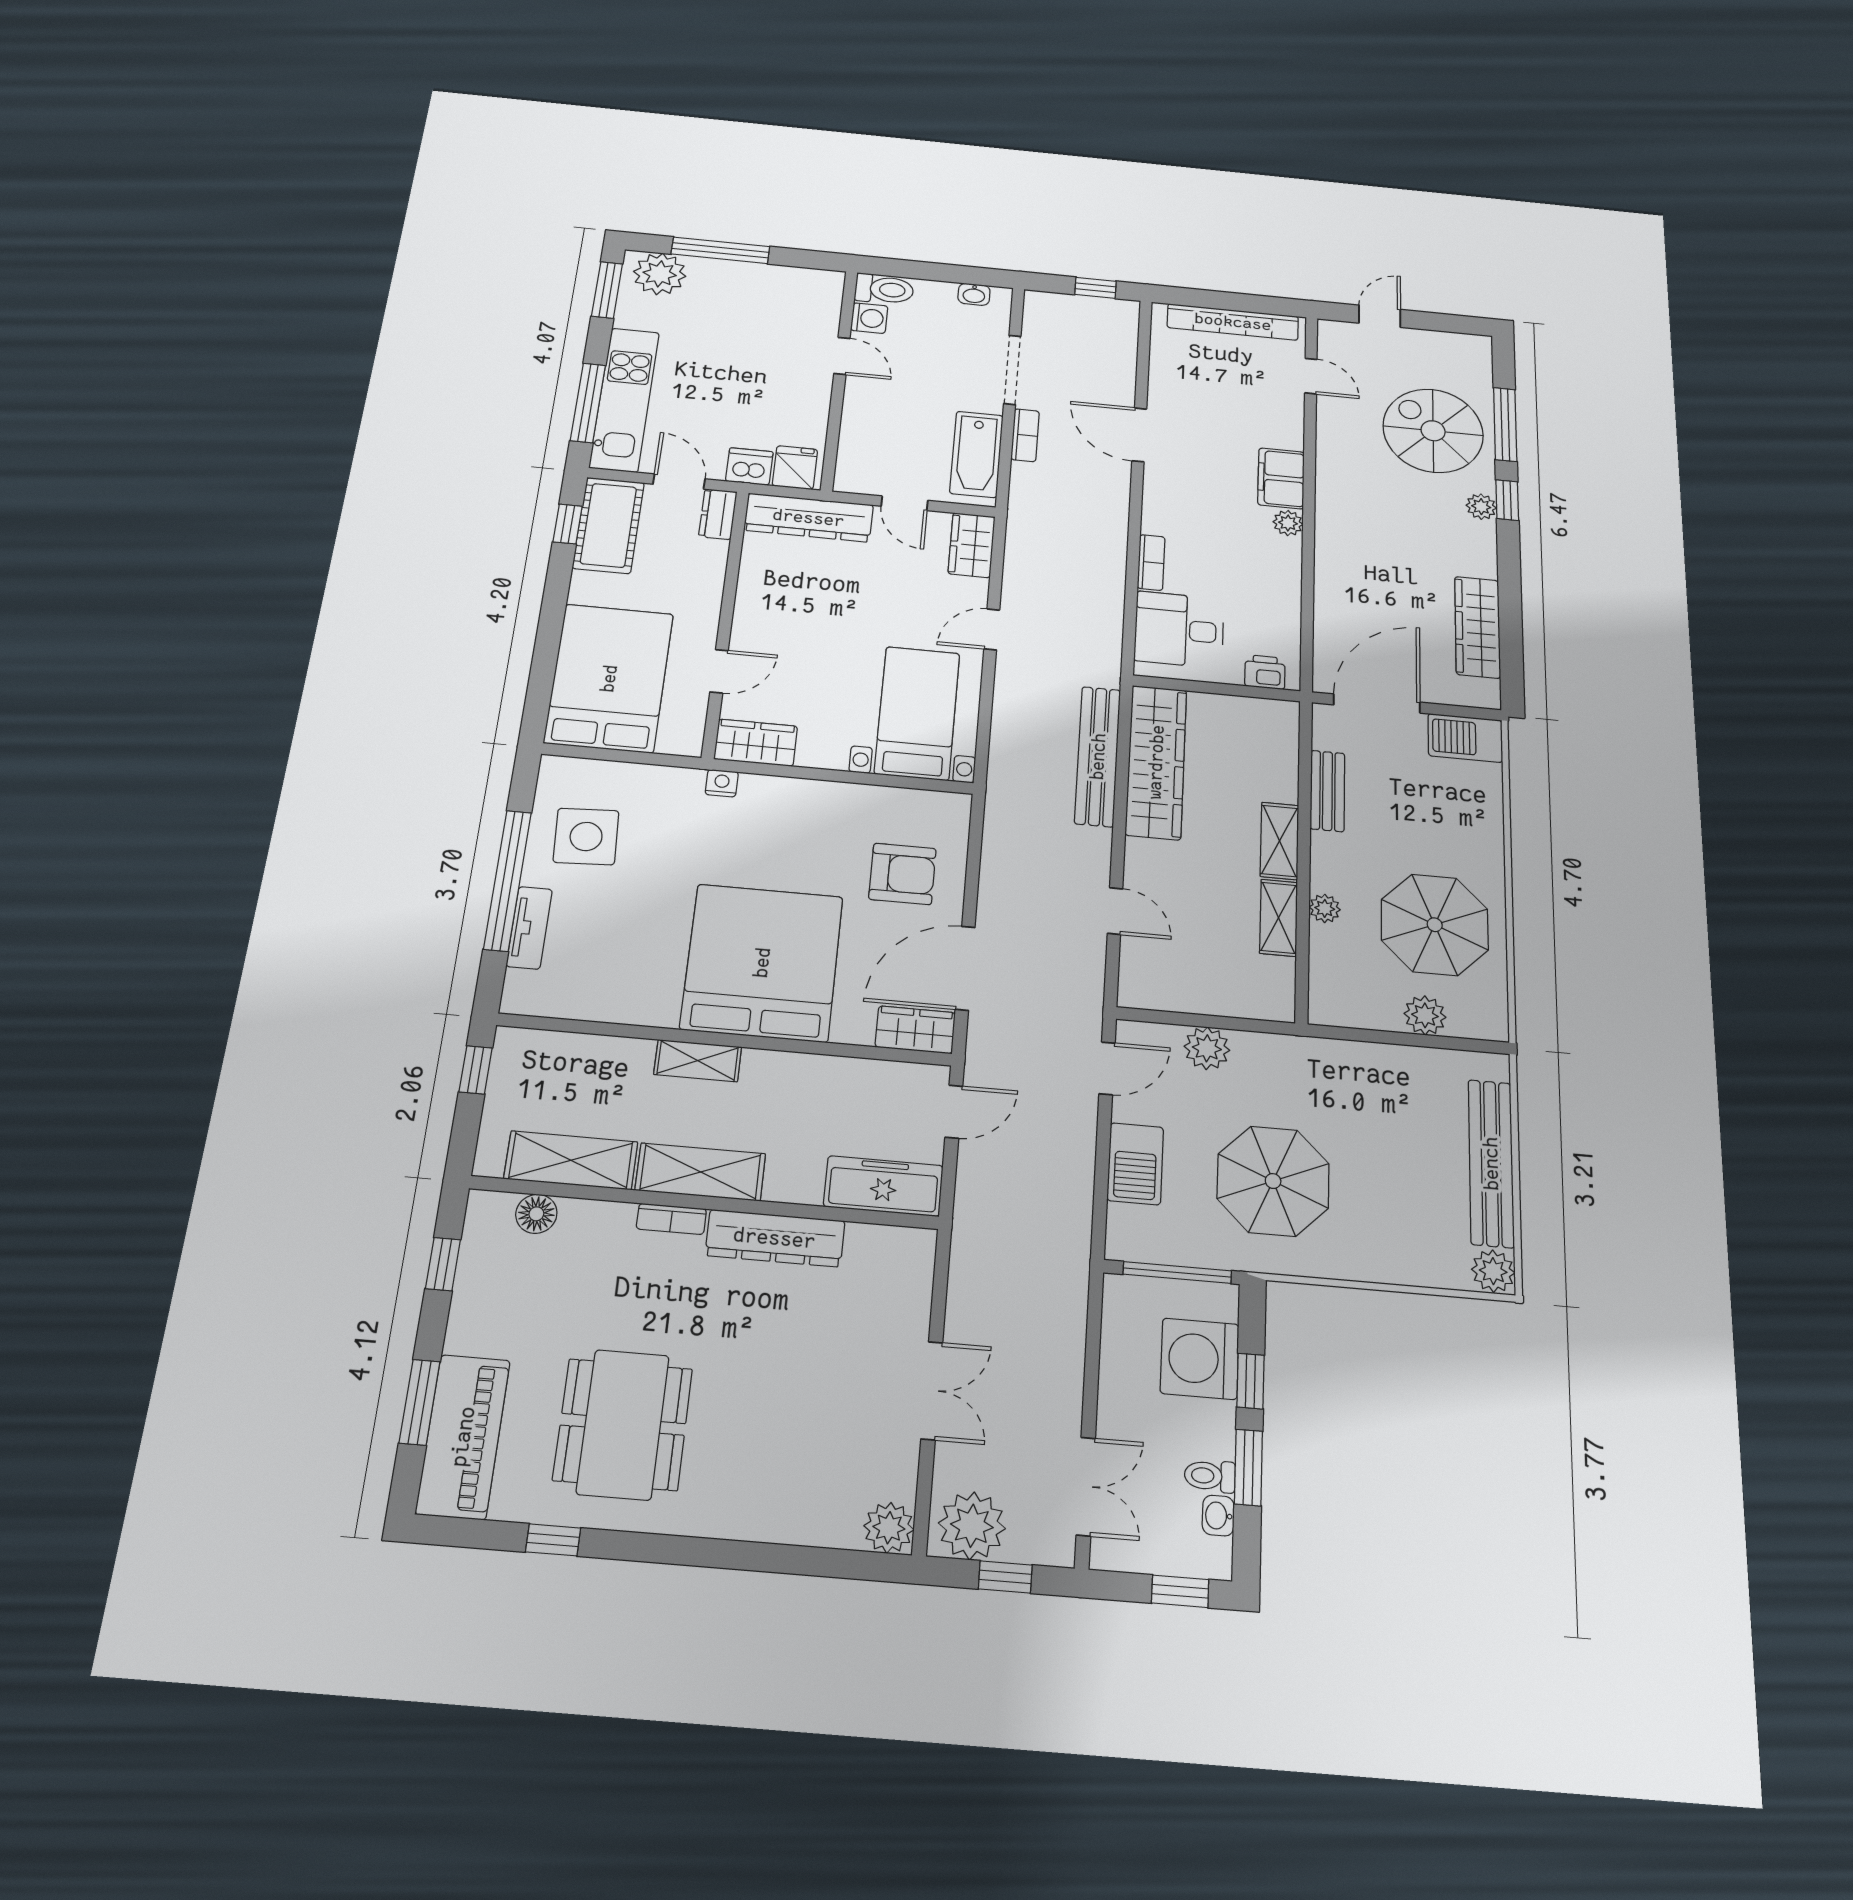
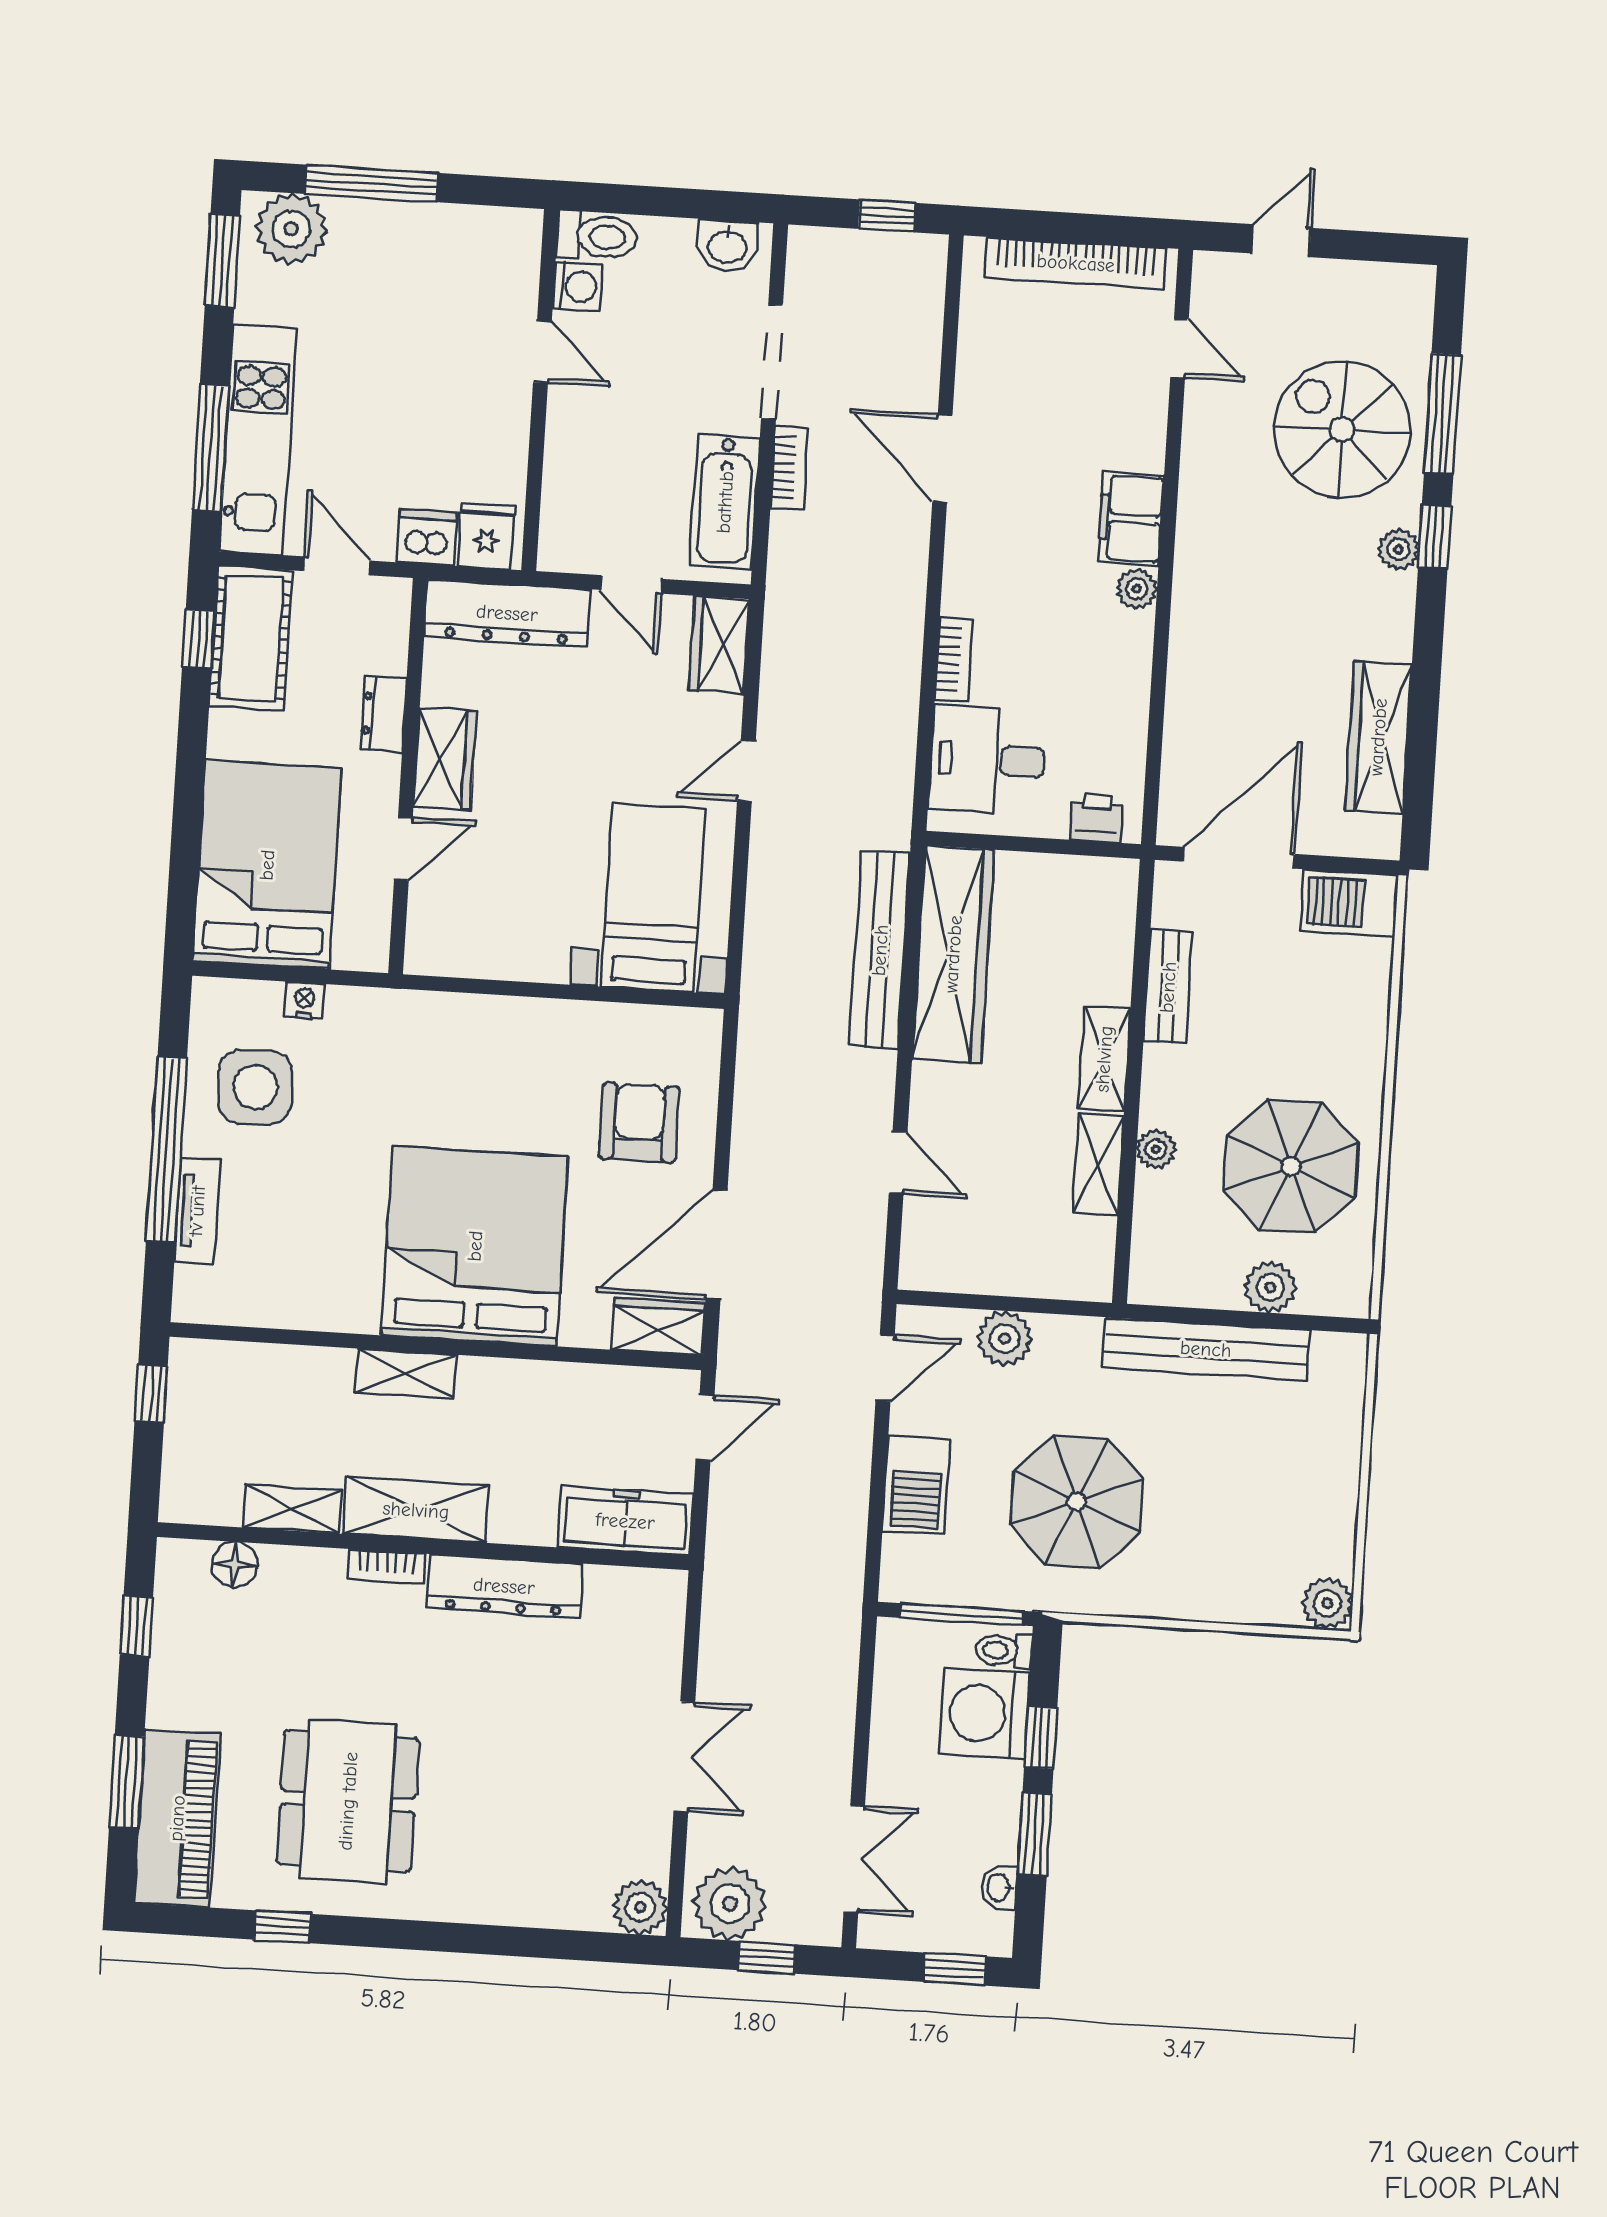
washbasin: (974, 294) -> (727, 246), width x1.38, depth x1.45
dresser: (718, 514) -> (383, 714), moved
wardrobe: (756, 743) -> (445, 759), moved, turned 90
nightstand: (722, 783) -> (304, 1000), moved
armchair: (902, 874) -> (639, 1122), turned -90
shelving: (571, 1160) -> (292, 1509), width x0.67, depth x0.75
bench: (1491, 1163) -> (1206, 1349), moved, turned 90
toilet: (1210, 1476) -> (1003, 1650), moved

